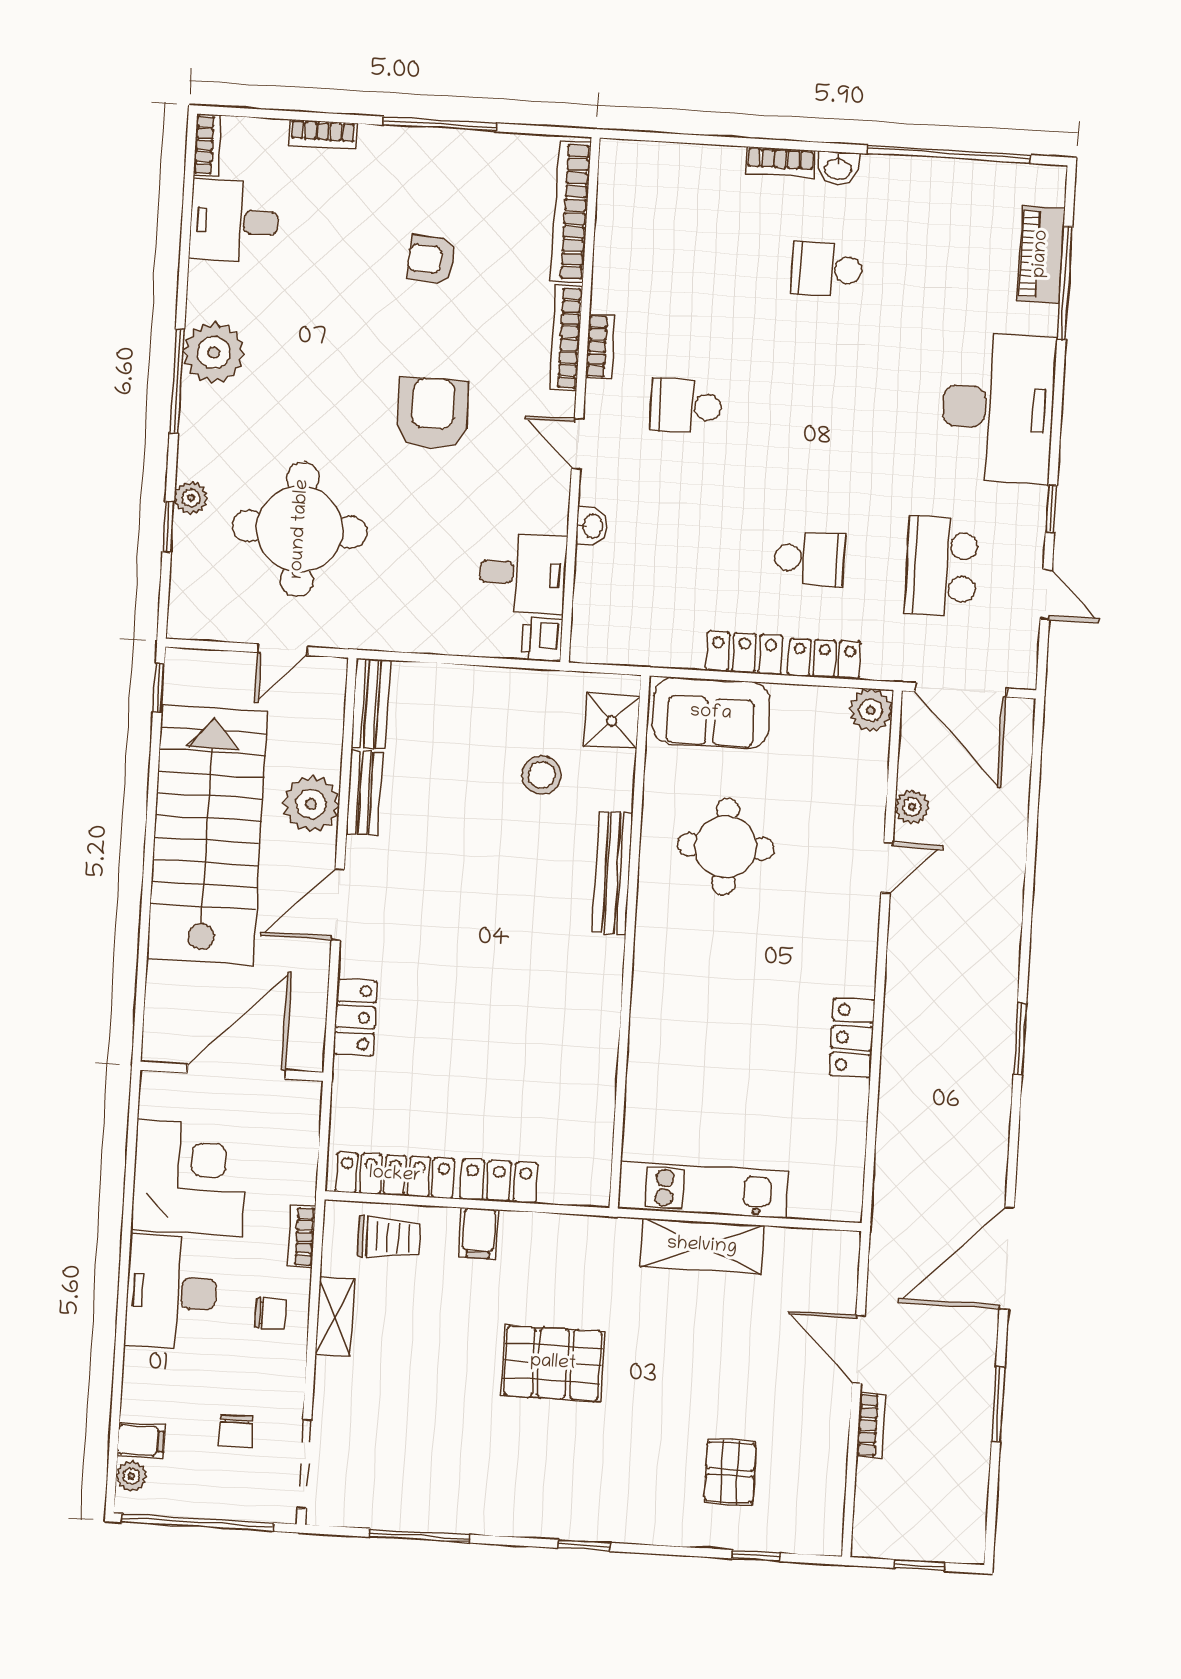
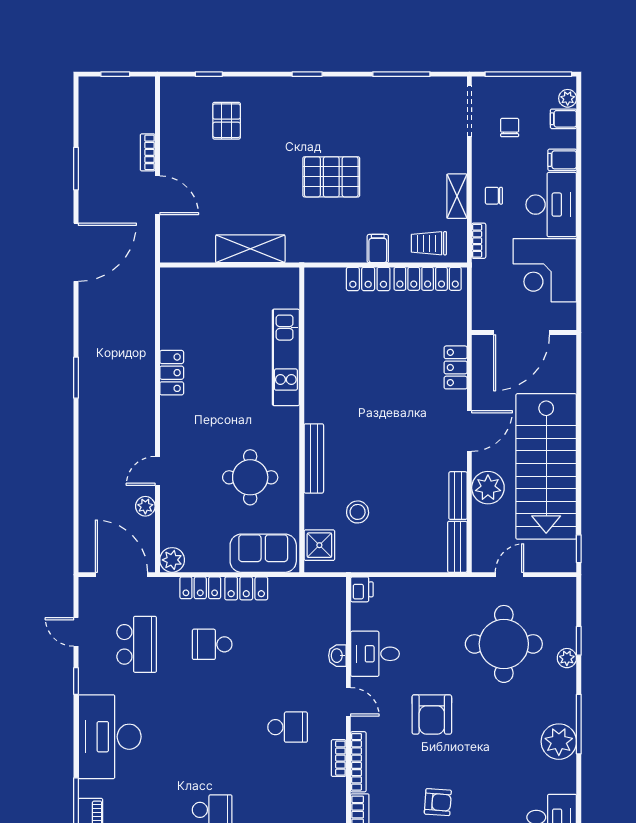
desk: (523, 573) -> (375, 654), moved
kitchen unit: (703, 1190) -> (286, 357), moved, turned 90
filing cabinet: (147, 1369) -> (562, 160), added

